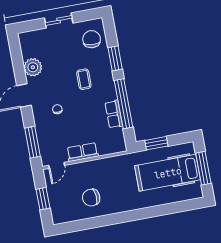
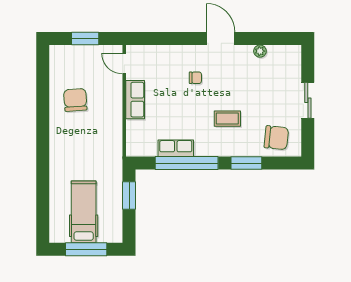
plant: (33, 67) -> (260, 51), width x0.53, depth x0.53
window: (33, 142) -> (159, 39), removed
hospital bed: (168, 173) -> (84, 212), width x0.73, depth x0.78

